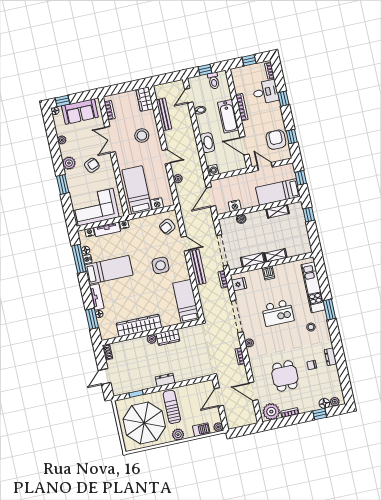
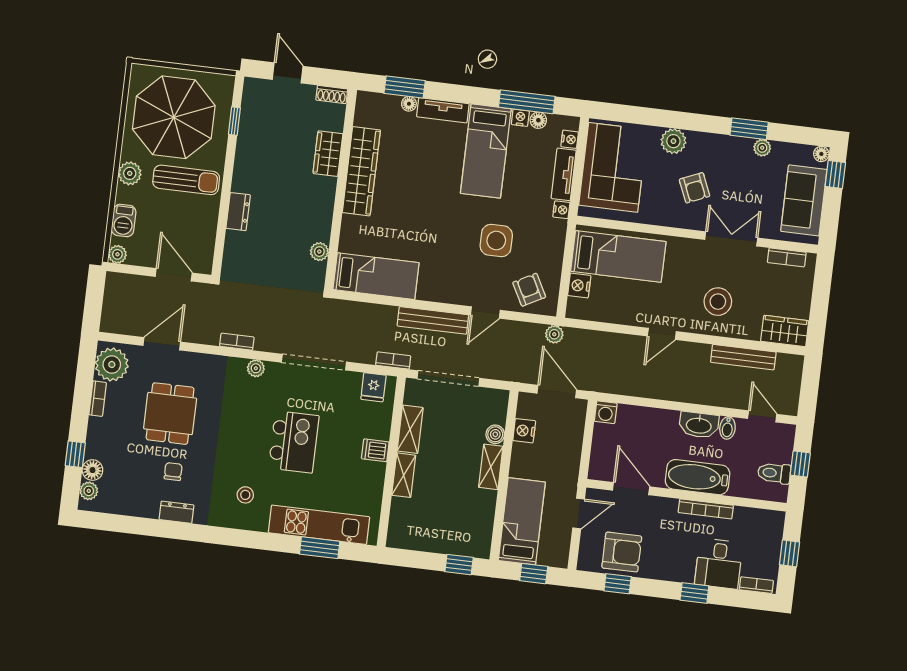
washbasin: (207, 143) -> (699, 425), moved
door: (244, 146) -> (631, 489), hinge flipped
plant: (69, 163) -> (673, 141), moved
plant: (178, 179) -> (554, 334), moved
window: (63, 184) -> (749, 129), moved
shelving: (278, 211) -> (491, 467), moved
side table: (161, 265) -> (496, 241), moved
window: (329, 309) -> (320, 548), moved
kitchen island: (278, 313) -> (294, 442), turned 180
wardrobe: (168, 337) -> (328, 154), moved
plant: (152, 339) -> (319, 252), moved
dining table: (285, 376) -> (170, 414), turned 90
dresser: (165, 380) -> (238, 212), moved

